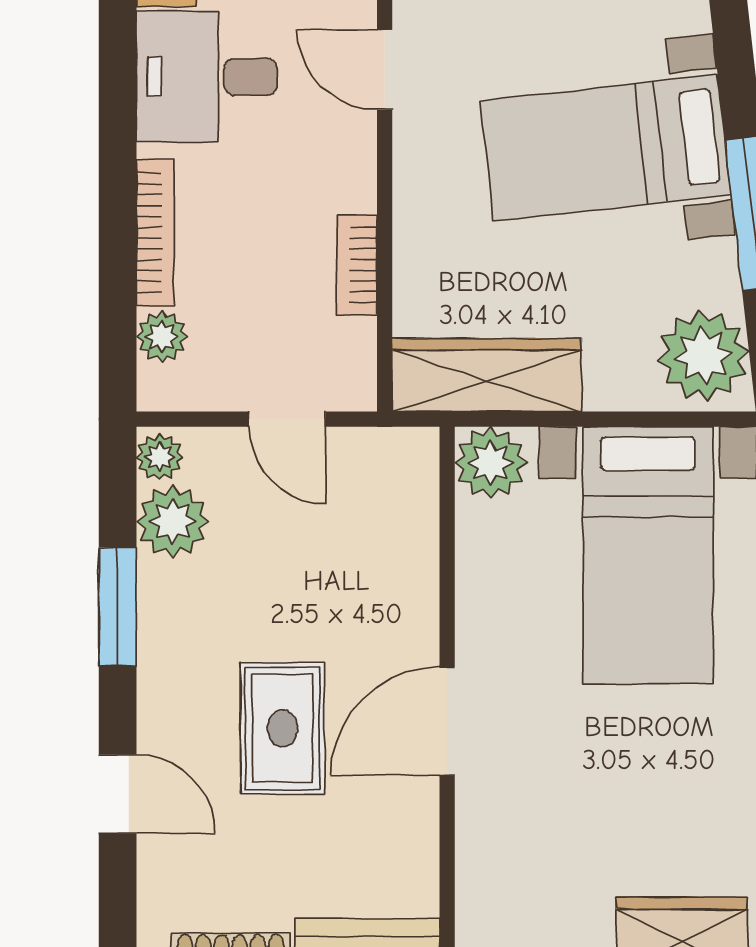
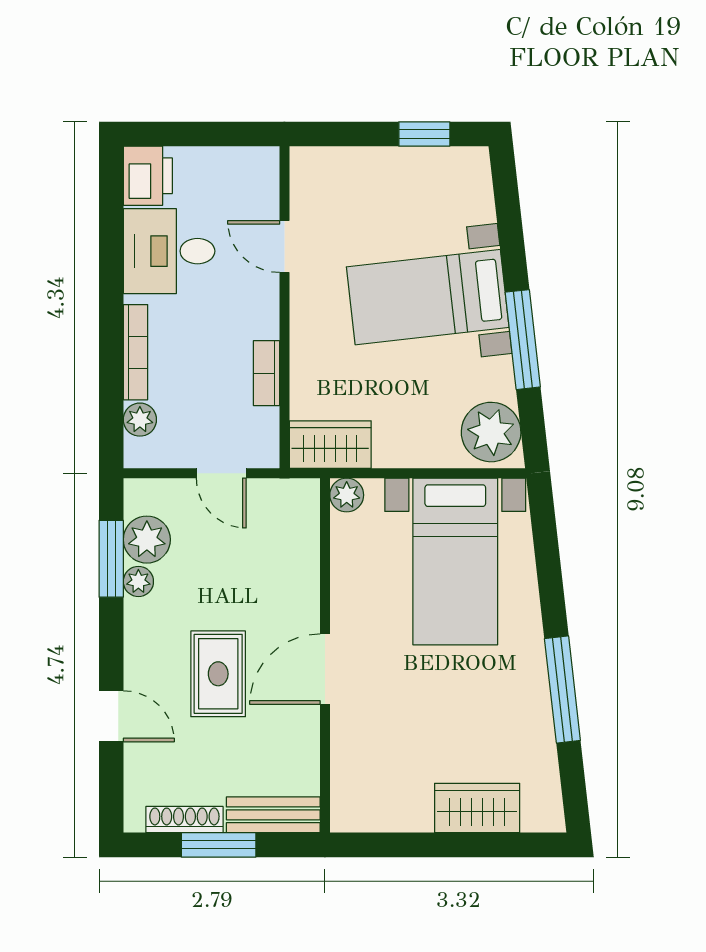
wardrobe: (487, 375) -> (330, 445), width x0.67
plant: (160, 457) -> (138, 581), moved
plant: (490, 463) -> (347, 495), width x0.73, depth x0.73
window: (118, 607) -> (111, 559), moved

